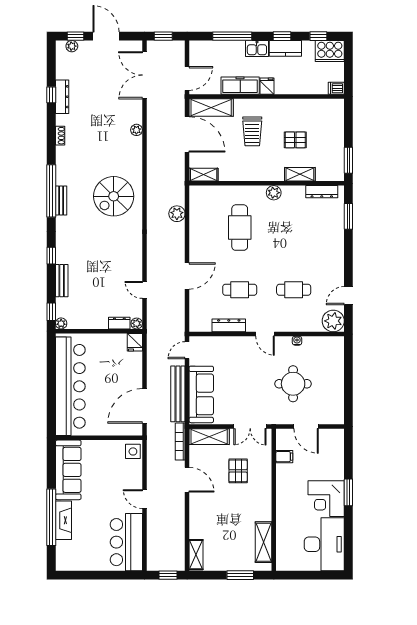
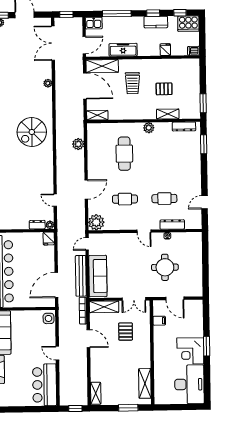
kitchen sink: (257, 49) -> (94, 23), moved
fridge: (267, 86) -> (165, 50), moved
plant: (333, 321) -> (96, 222), moved
dresser: (229, 325) -> (172, 225), moved

